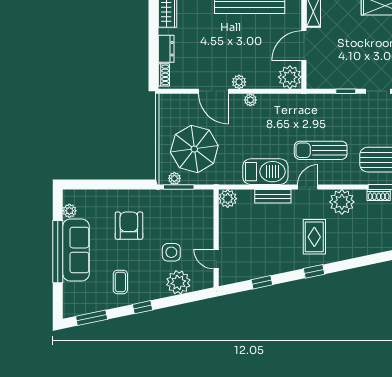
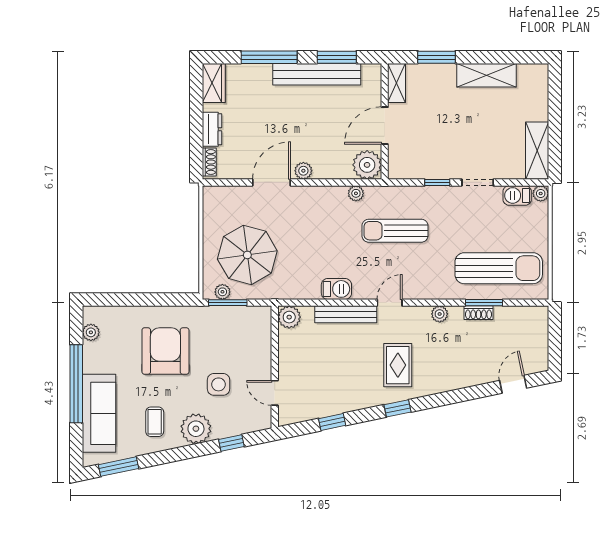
door: (214, 91) -> (272, 182), swing flipped
plant: (250, 100) -> (356, 193), moved
sun lounger: (321, 150) -> (395, 231), moved
barbecue: (265, 172) -> (336, 289), width x0.53, depth x0.65
bench: (273, 196) -> (346, 314), width x1.36
plant: (342, 202) -> (440, 314), width x0.53, depth x0.53
armchair: (129, 226) -> (165, 351), width x1.36, depth x1.36
sofa: (76, 250) -> (99, 413), moved
plant: (178, 282) -> (196, 429), moved
window: (142, 307) -> (231, 443), moved

